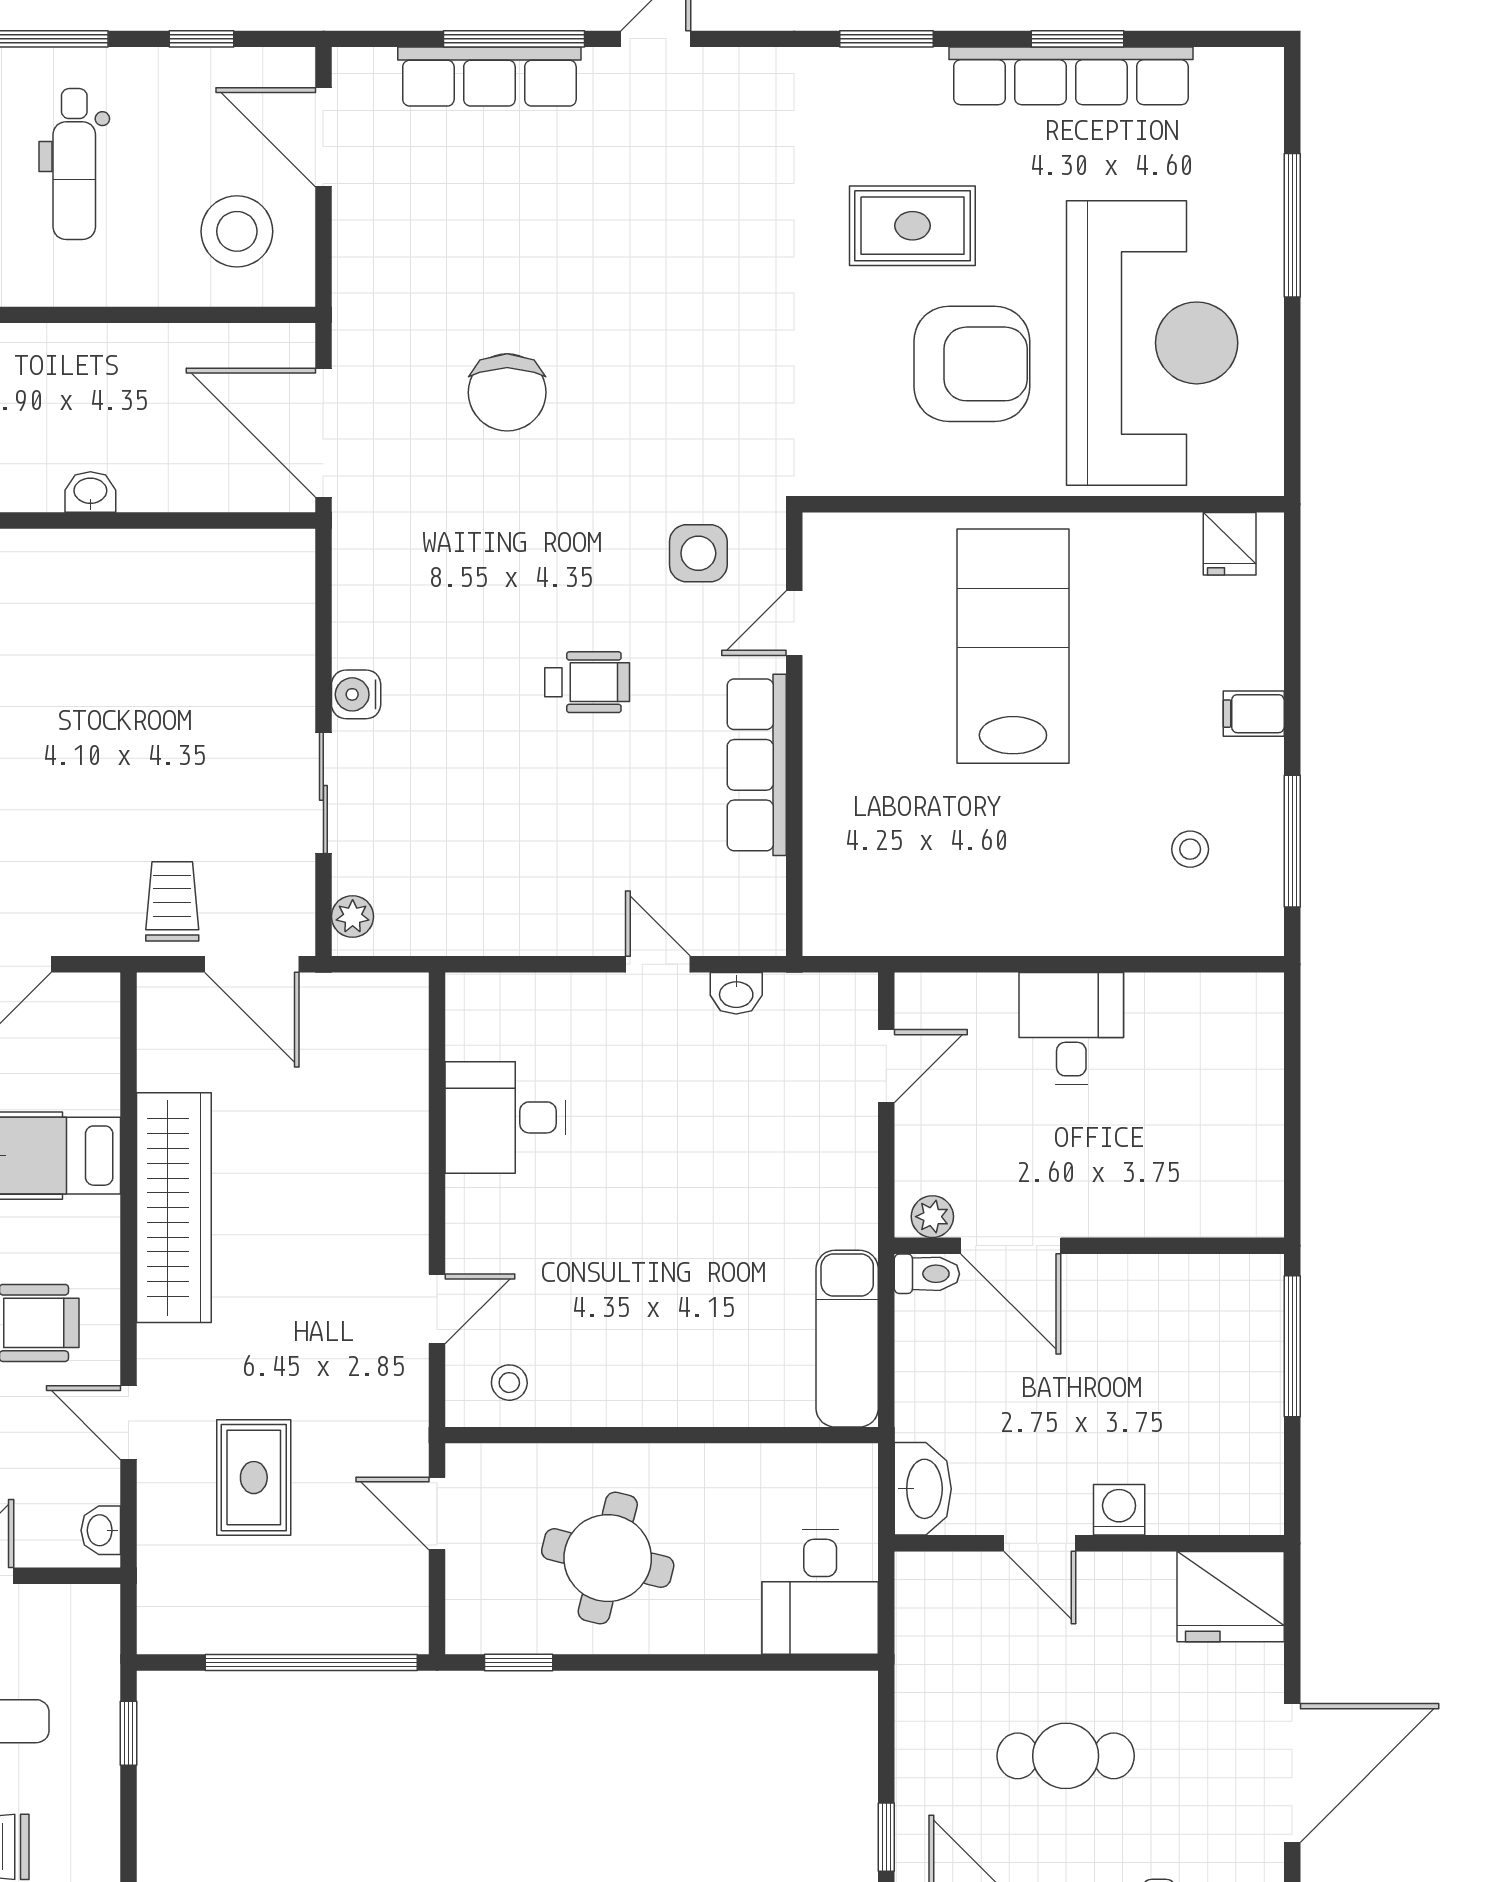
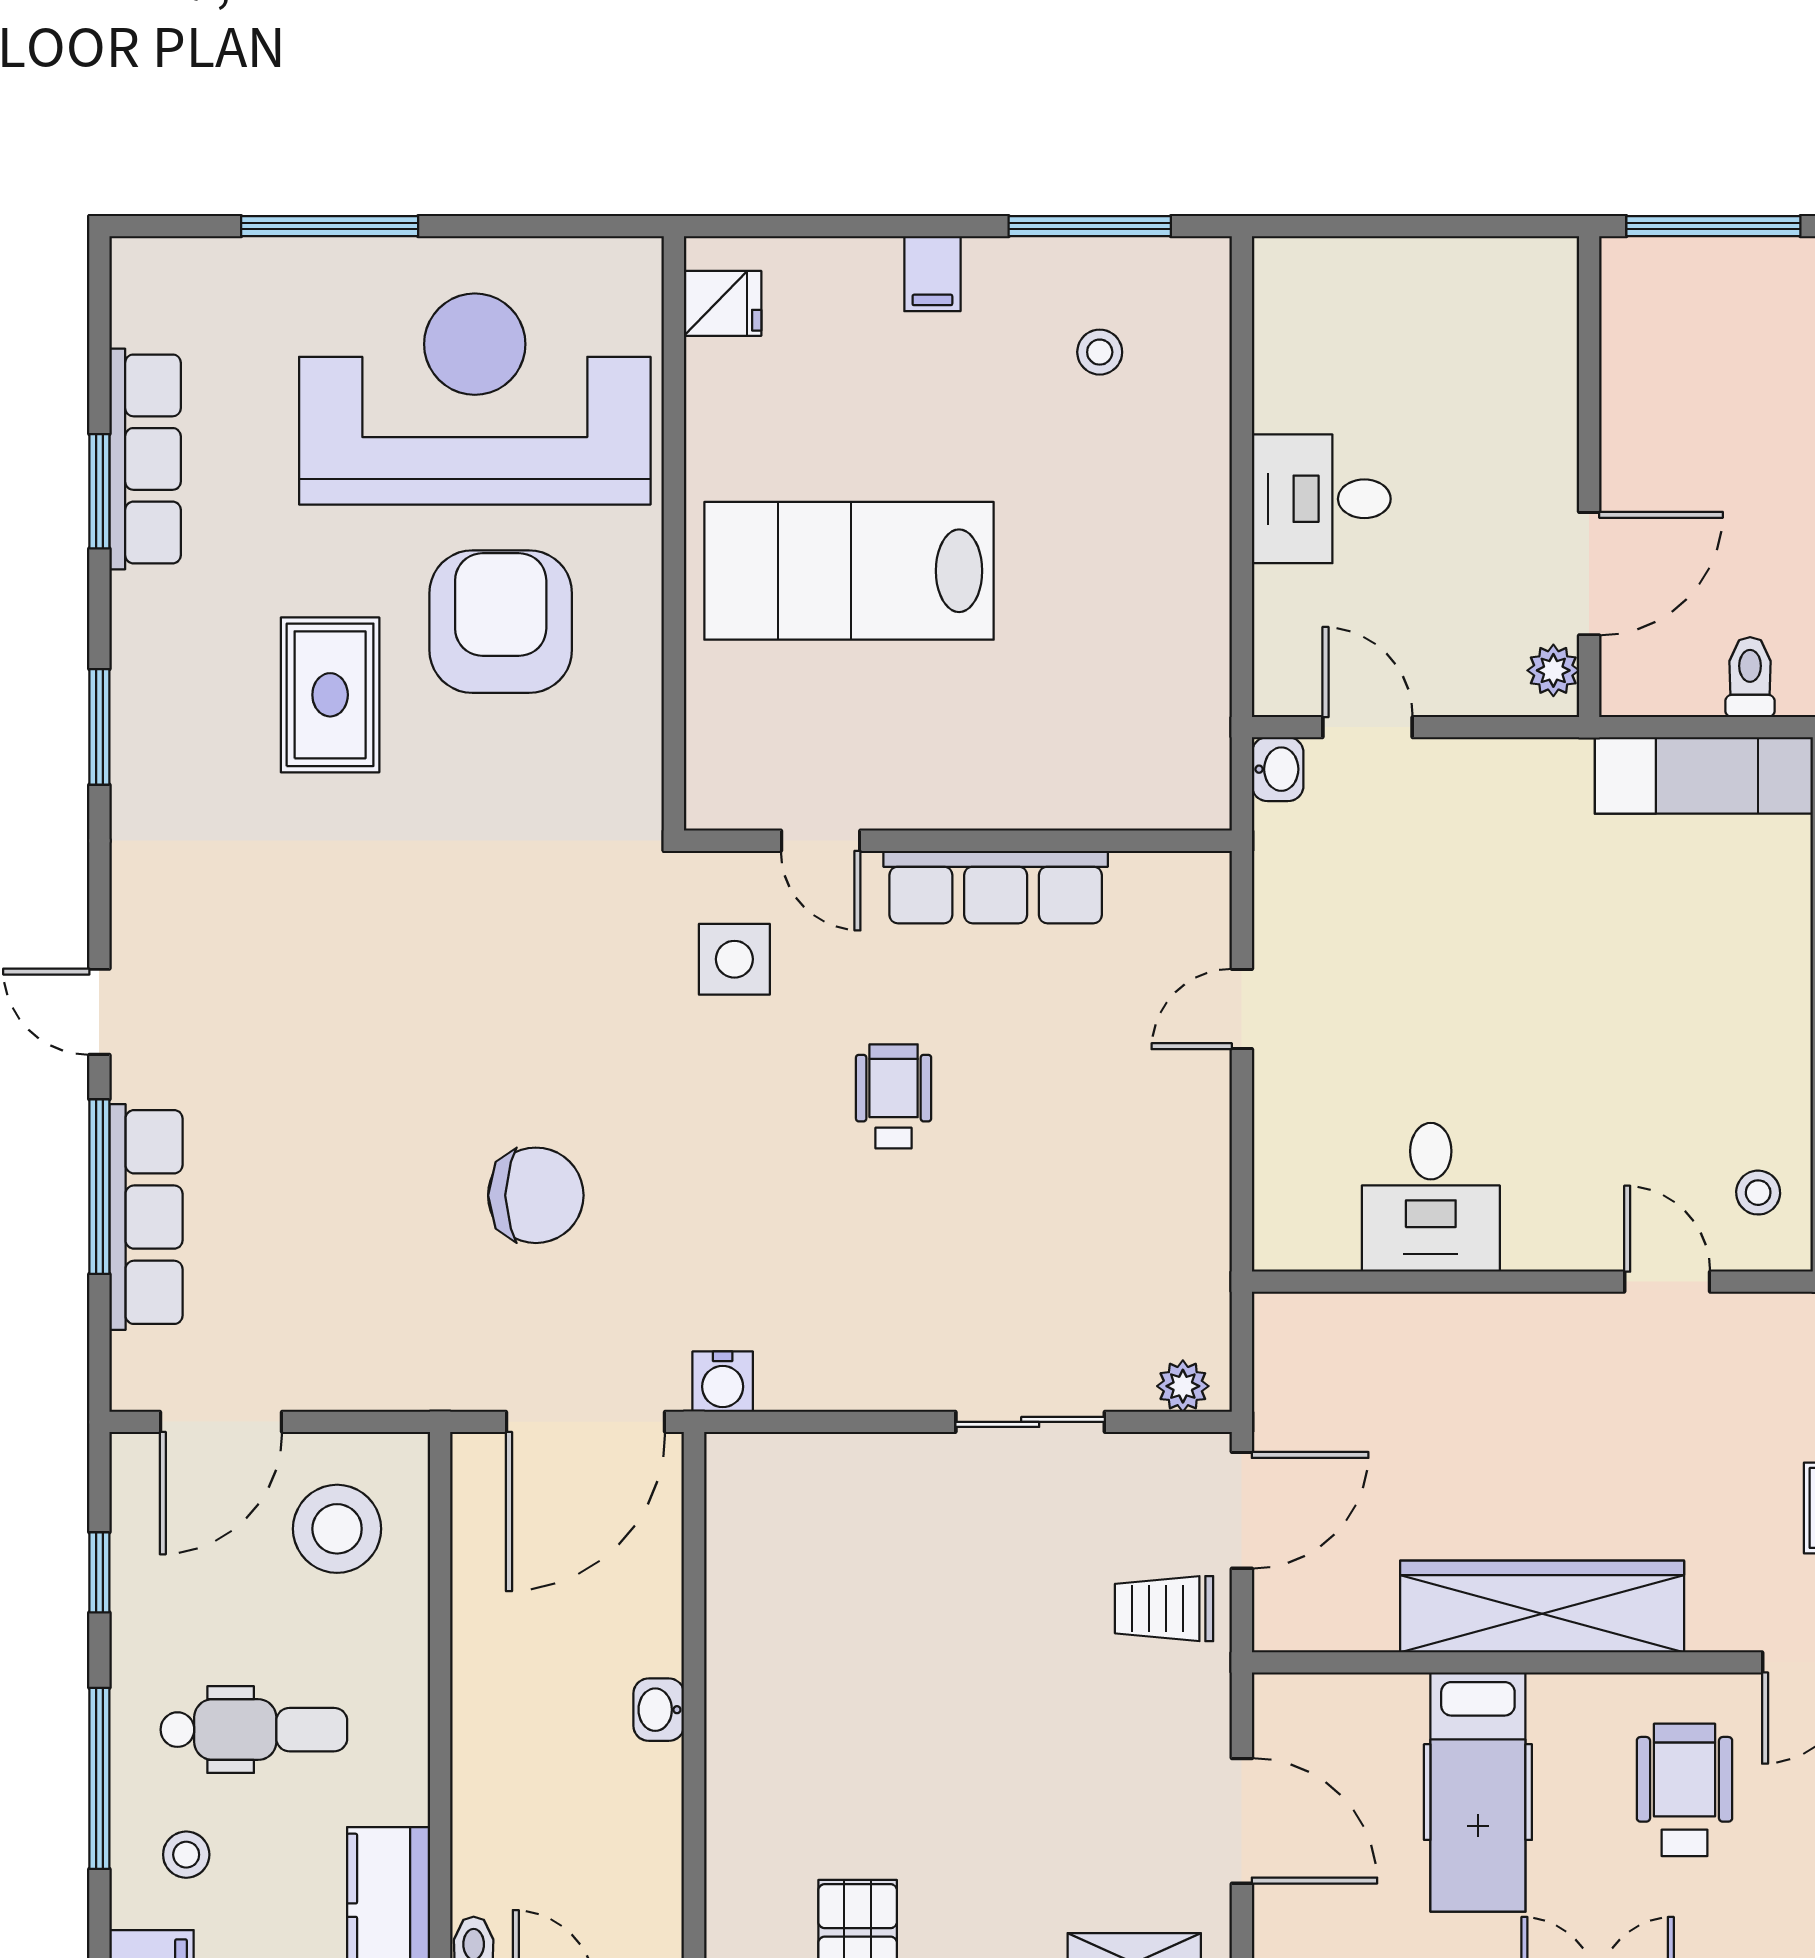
row of seats: (1071, 76) -> (145, 459), width x0.73
water cooler: (356, 694) -> (723, 1382), moved
washbasin: (736, 993) -> (1278, 769), moved
toilet: (927, 1274) -> (1750, 677), moved

